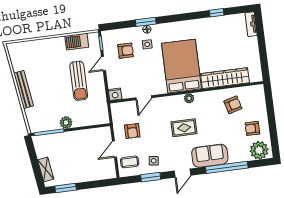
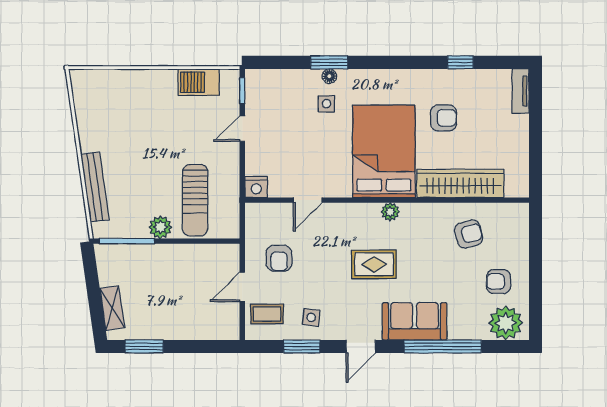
armchair: (126, 51) -> (444, 118), moved
sun lounger: (79, 81) -> (195, 200), moved
bench: (24, 90) -> (95, 187), moved

